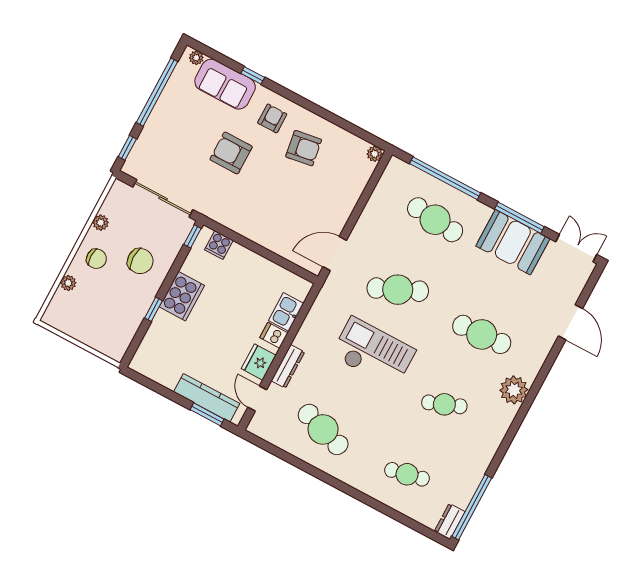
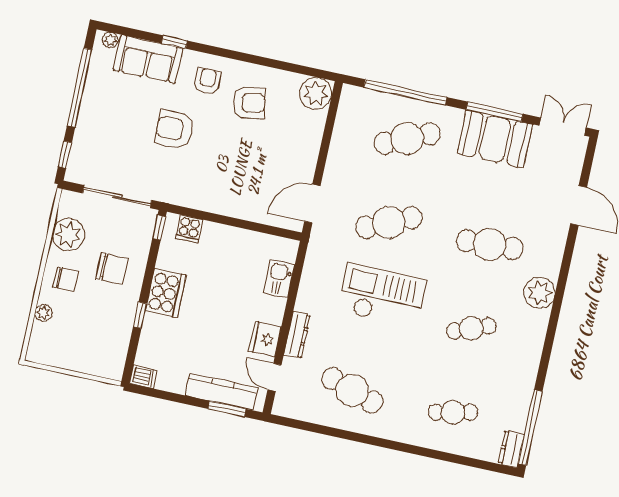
plant: (375, 154) -> (316, 93), width x1.87, depth x1.87
cafe table: (435, 220) -> (407, 139), turned -30
plant: (101, 223) -> (68, 235), width x1.88, depth x1.88
dishwasher: (274, 335) -> (143, 377), moved, turned 180

